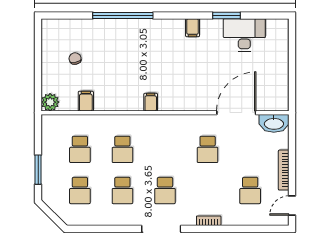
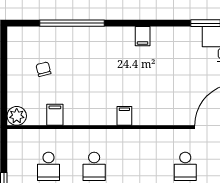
window: (123, 16) -> (72, 23), moved
filing cabinet: (193, 28) -> (143, 36), moved

